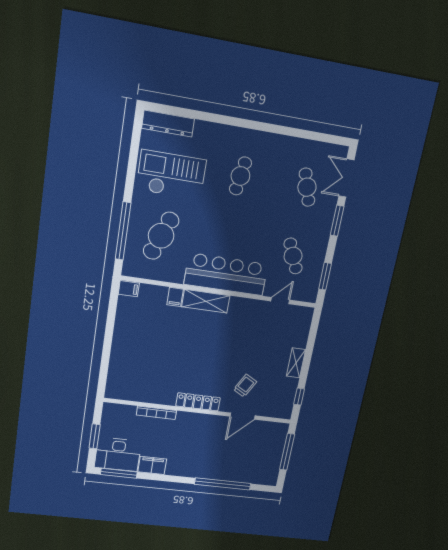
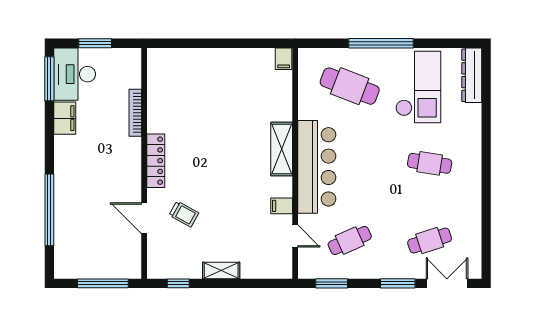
window: (123, 231) -> (381, 43), moved
filing cabinet: (175, 297) -> (282, 206), moved

